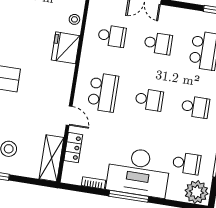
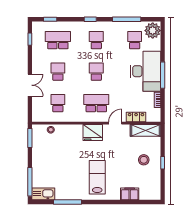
fridge: (66, 48) -> (93, 133), moved

